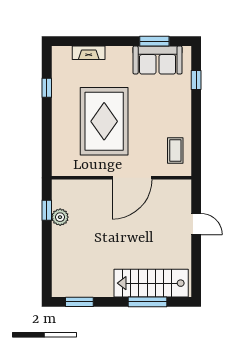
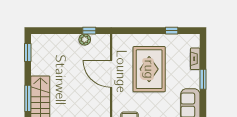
window: (154, 41) -> (203, 79), moved
rug: (104, 121) -> (149, 69), turned 90
door: (132, 178) -> (111, 74), moved

